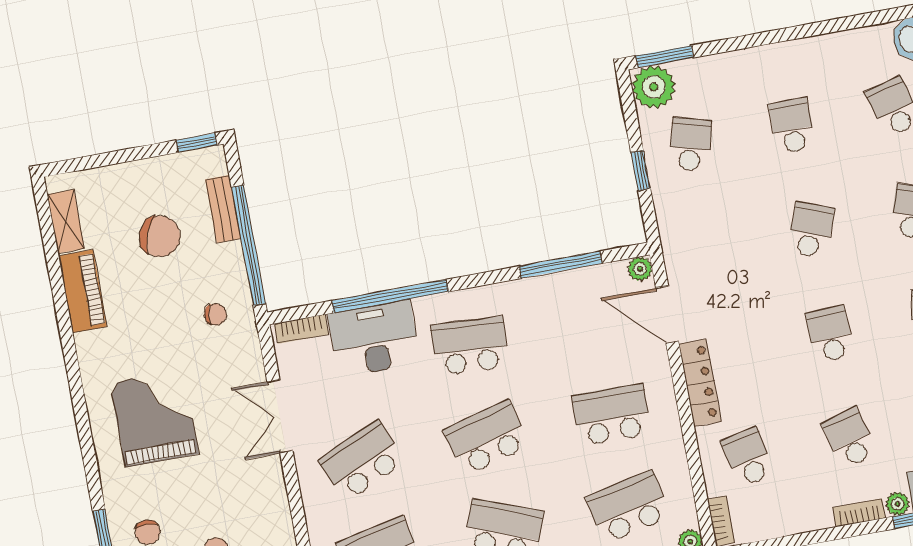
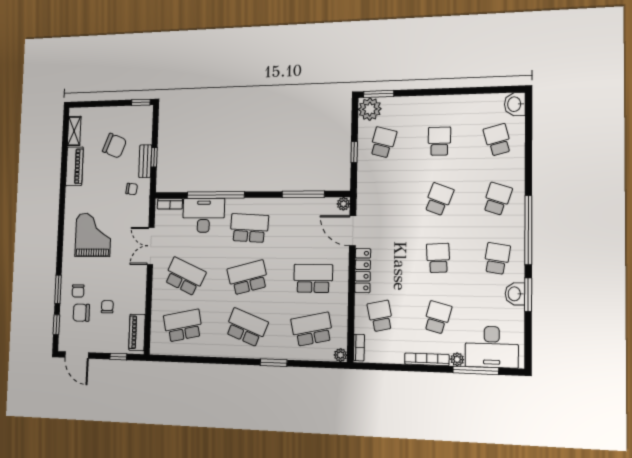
bench: (223, 209) -> (145, 161), moved
window: (248, 245) -> (154, 157), width x0.32
school desk: (849, 438) -> (437, 317), turned 30
school desk: (362, 461) -> (185, 277), turned 48
bookcase: (859, 513) -> (427, 359), width x1.56

